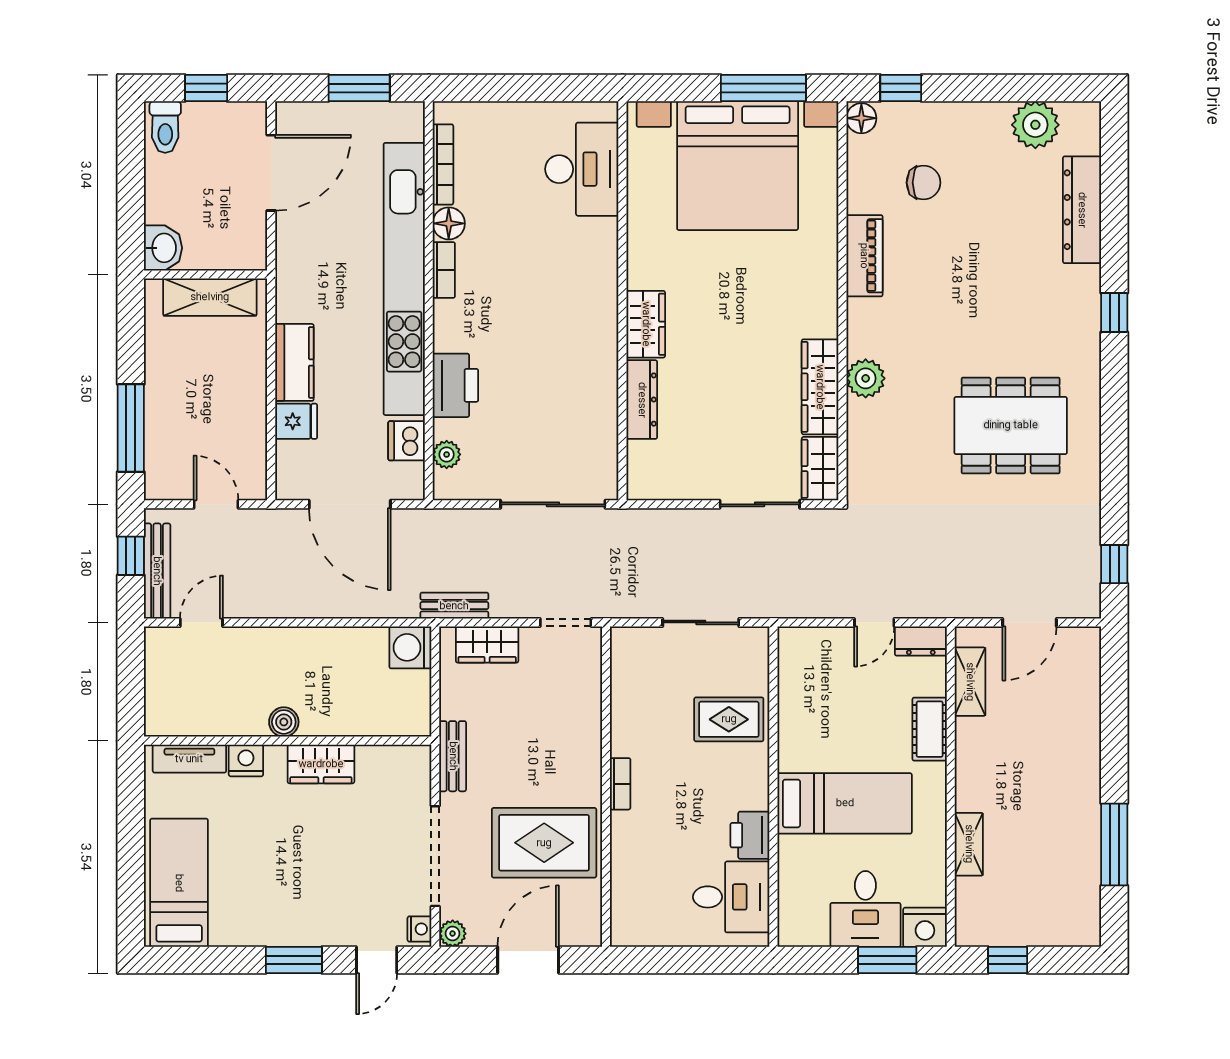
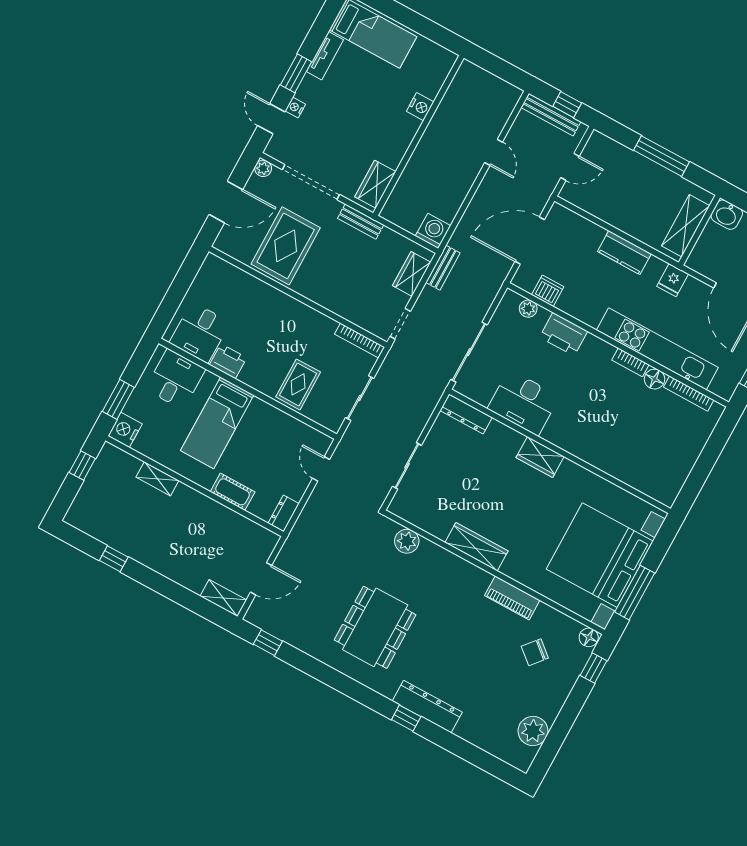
desk: (582, 169) -> (523, 402), moved
chair: (923, 183) -> (535, 652), turned 40
dresser: (1082, 210) -> (427, 707), moved
kitchen unit: (404, 279) -> (657, 349), width x0.73
plant: (866, 378) -> (407, 541), moved
wardrobe: (820, 387) -> (476, 547), moved
dresser: (642, 400) -> (466, 414), moved
fridge: (296, 421) -> (673, 280), moved
window: (131, 428) -> (661, 156), moved
wardrobe: (820, 469) -> (408, 510), removed
door: (201, 622) -> (494, 152), moved
door: (874, 622) -> (321, 469), moved
door: (1030, 622) -> (261, 579), swing flipped
shelving: (970, 682) -> (223, 598), moved
boiler: (284, 722) -> (430, 139), removed
tv unit: (189, 759) -> (325, 56), moved, turned 180
wardrobe: (321, 764) -> (375, 184), moved
bookcase: (620, 784) -> (360, 341), moved, width x1.56
window: (1114, 844) -> (114, 559), width x0.46
desk: (865, 909) -> (175, 379), moved, turned 90
nightstand: (419, 929) -> (295, 107), moved, turned 90
door: (528, 960) -> (226, 202), hinge flipped

